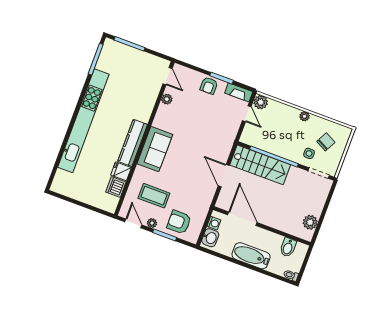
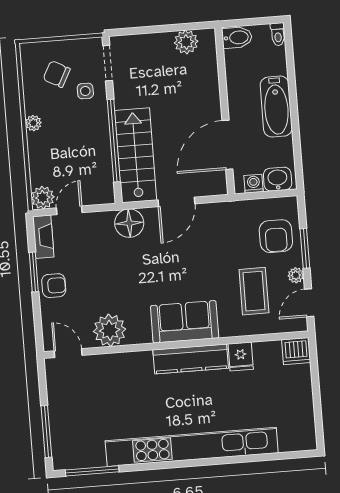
door: (168, 76) -> (68, 353), hinge flipped
plant: (167, 99) -> (110, 330), width x1.88, depth x1.88
floor lamp: (224, 144) -> (129, 223), added
dishwasher: (116, 187) -> (296, 351), moved
bidet: (288, 247) -> (237, 38), moved

